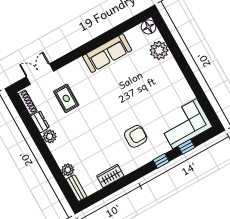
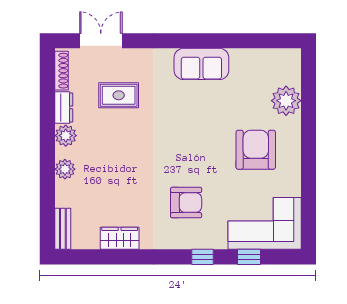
floor lamp: (149, 27) -> (290, 60), removed
sofa: (107, 53) -> (201, 64), width x0.73
armchair: (158, 86) -> (256, 150), added
rug: (66, 98) -> (119, 95), turned 90
plant: (68, 170) -> (65, 169), moved

